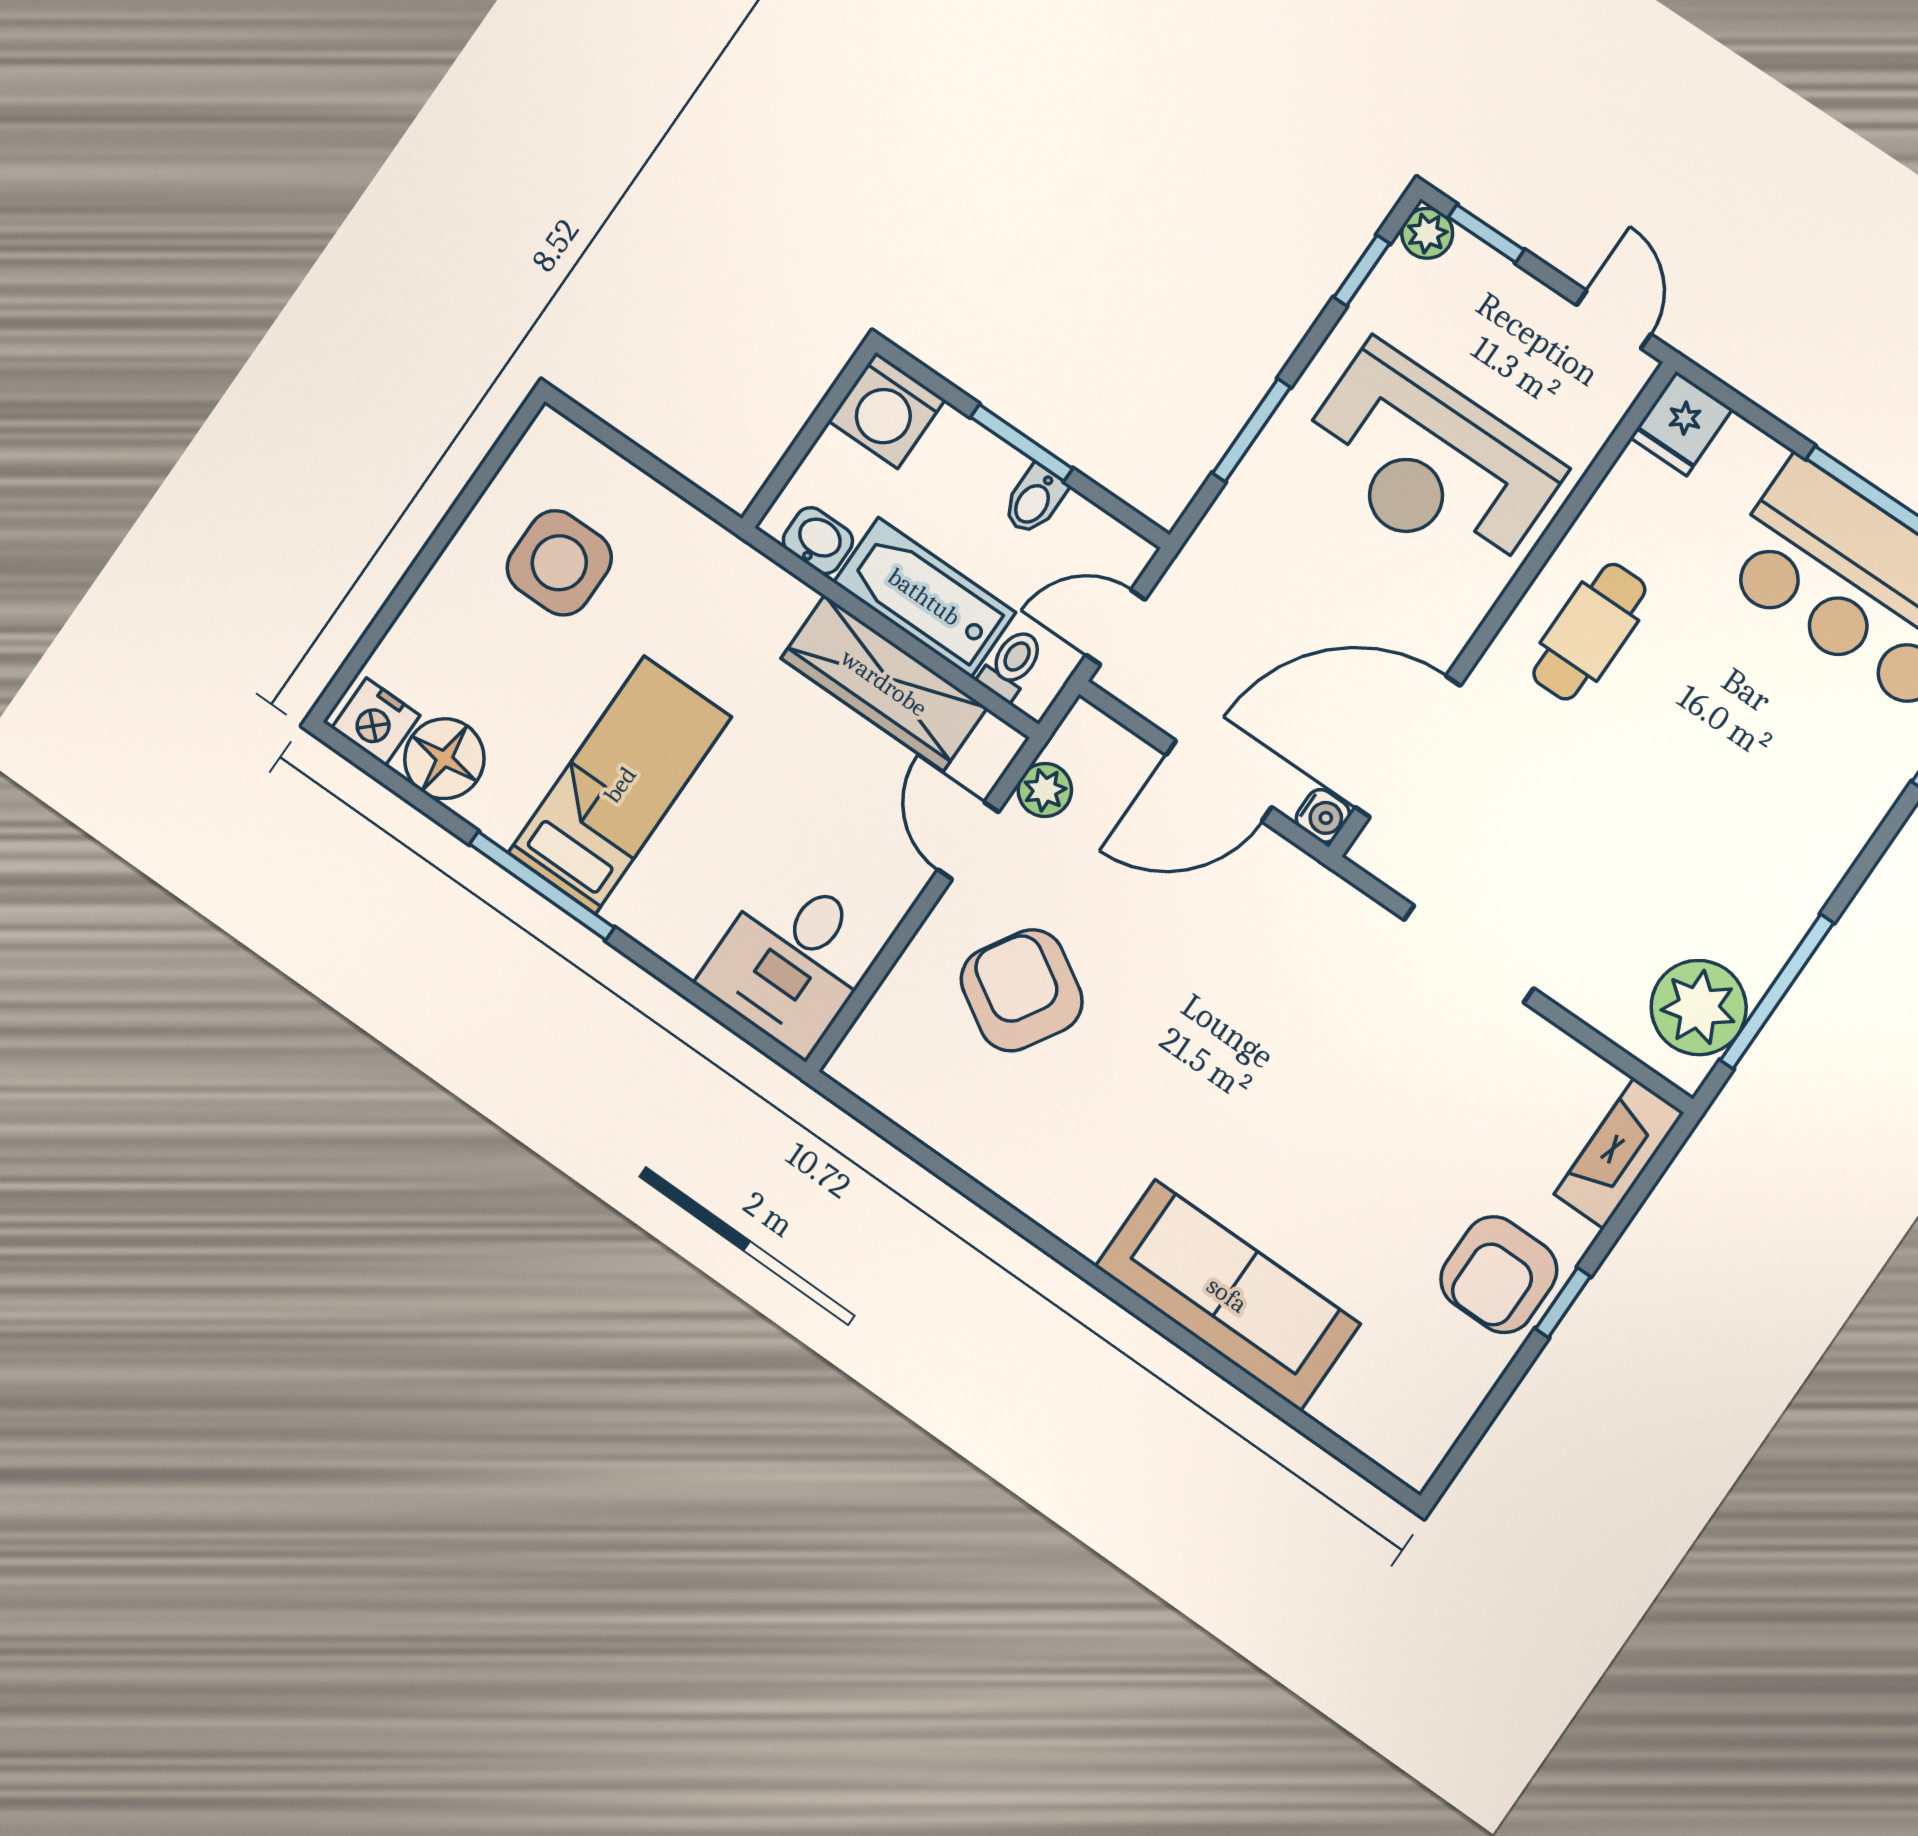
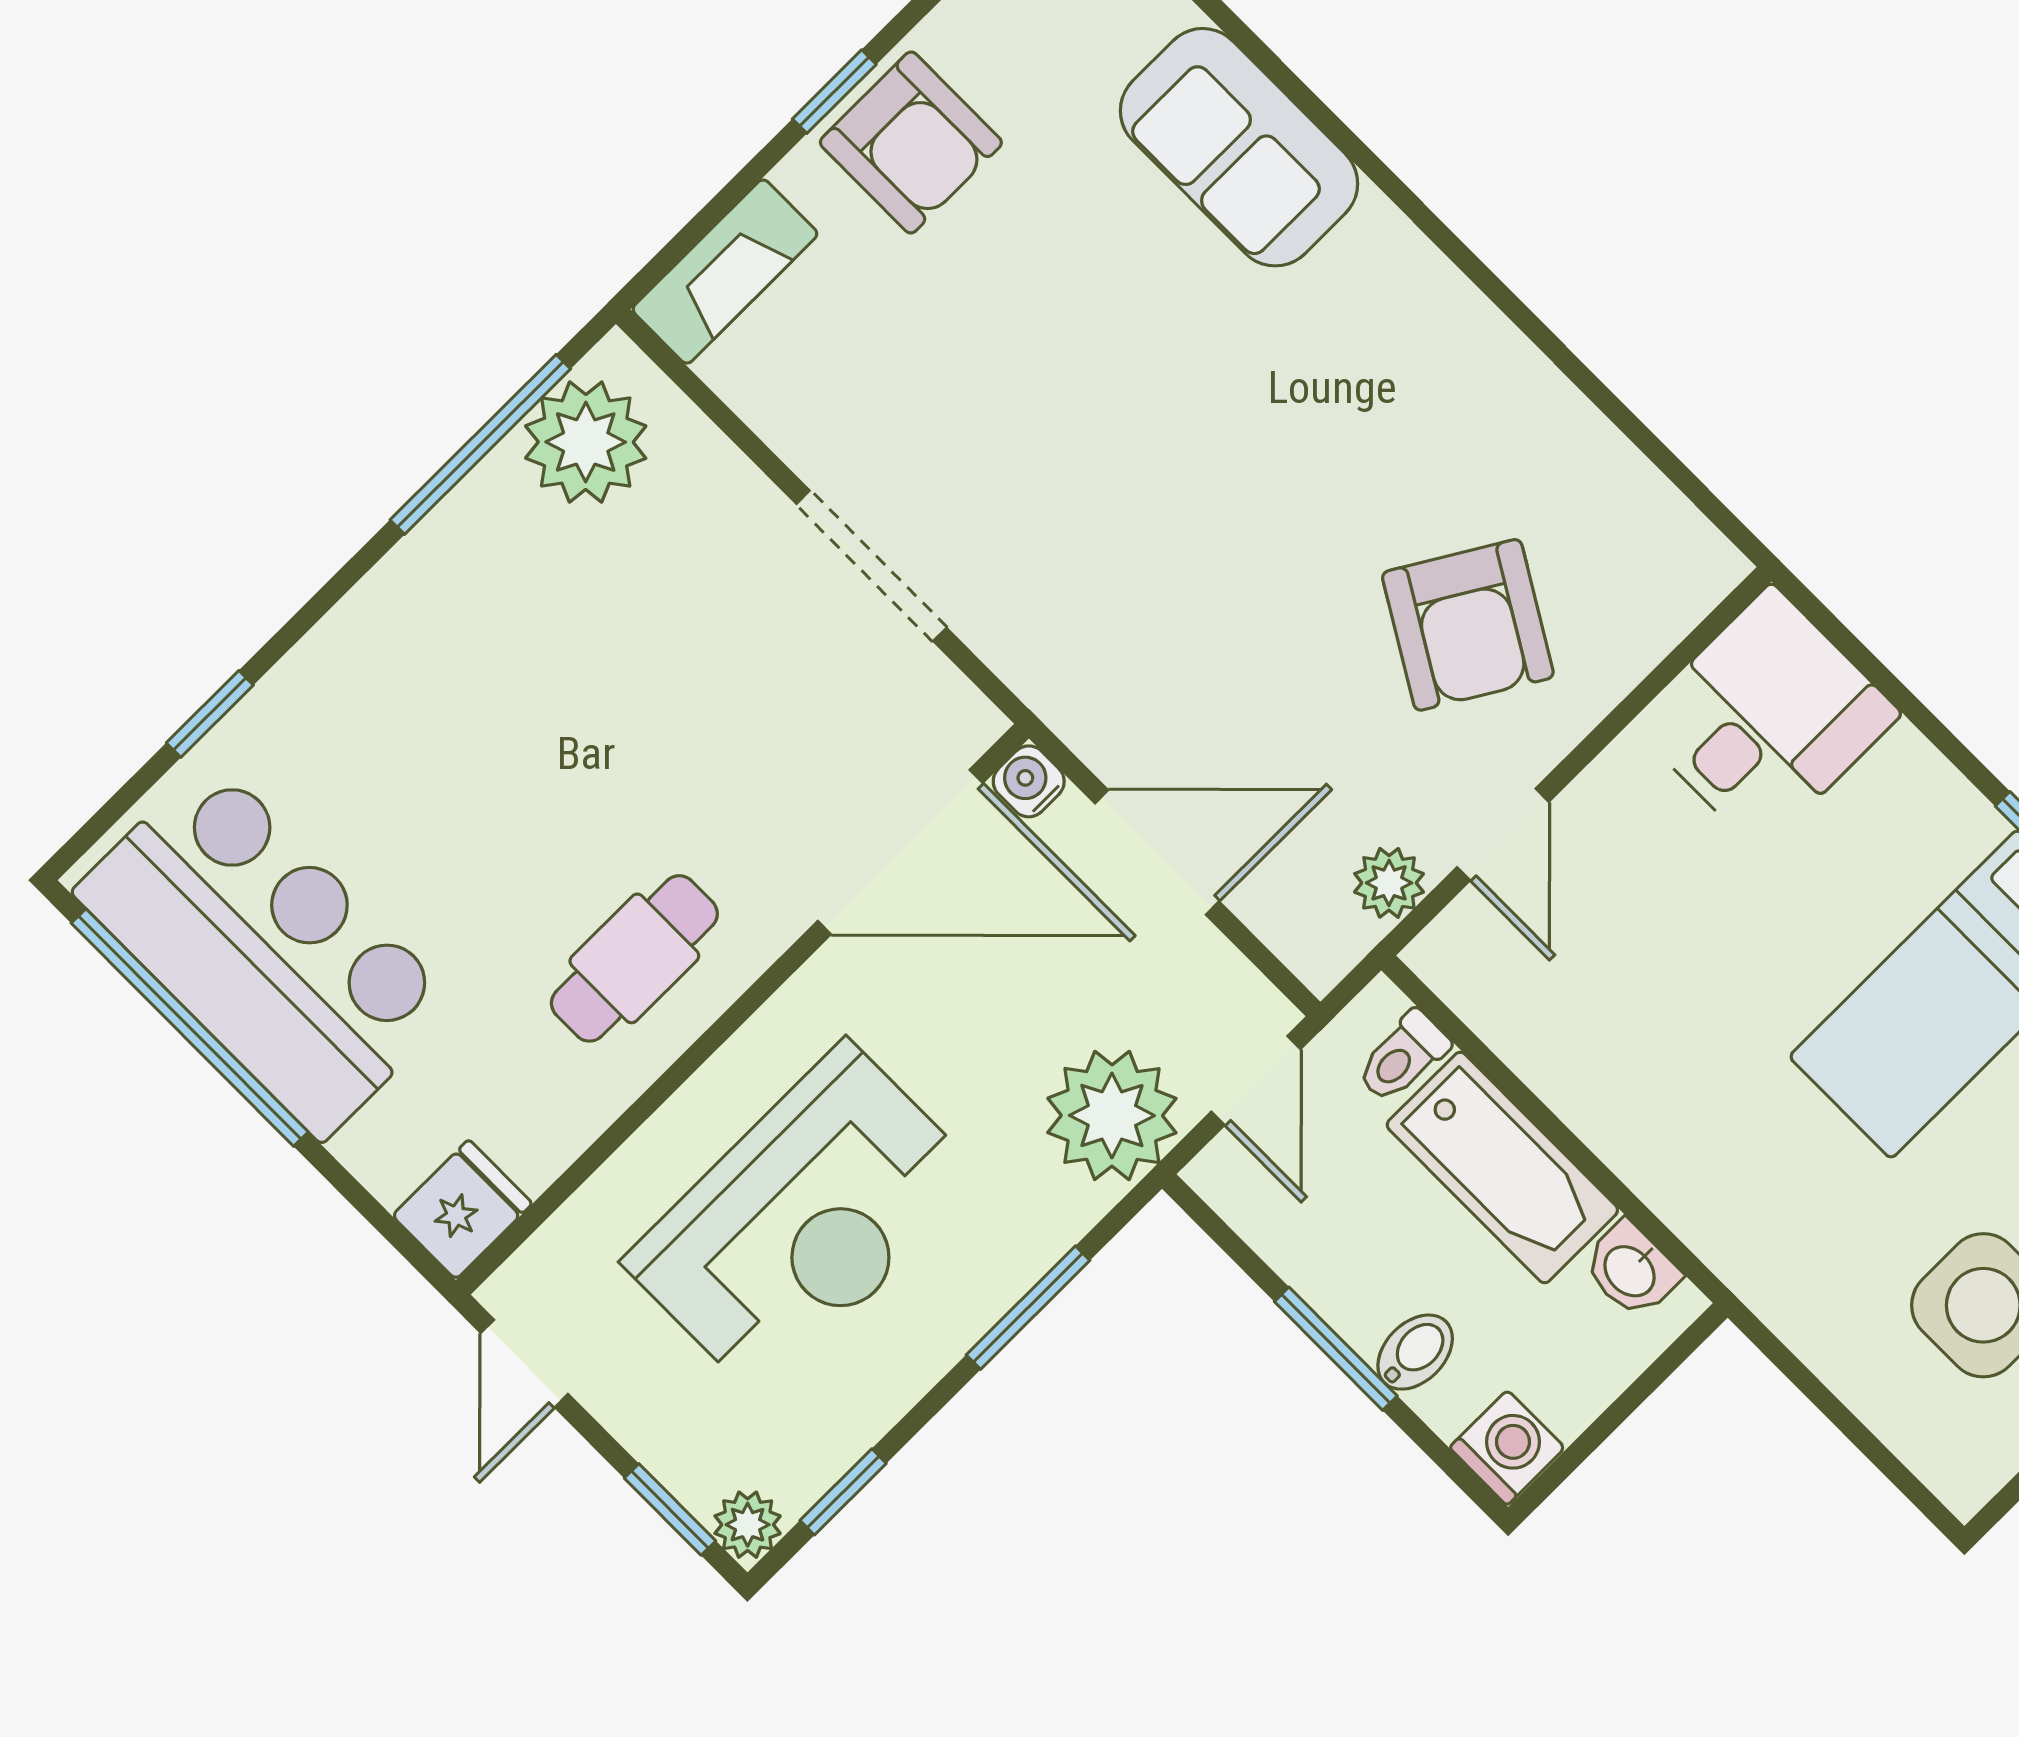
washing machine: (887, 411) -> (1507, 1448), width x0.73, depth x0.73
reception desk: (1428, 463) -> (803, 1220), turned 90
bidet: (1035, 500) -> (1415, 1352), moved
plant: (1216, 582) -> (1112, 1115), added
door: (1116, 627) -> (1256, 1080), hinge flipped
wardrobe: (884, 683) -> (1577, 1064), removed
armchair: (1499, 1275) -> (911, 142), turned 90
sofa: (1227, 1295) -> (1239, 147), width x0.73

